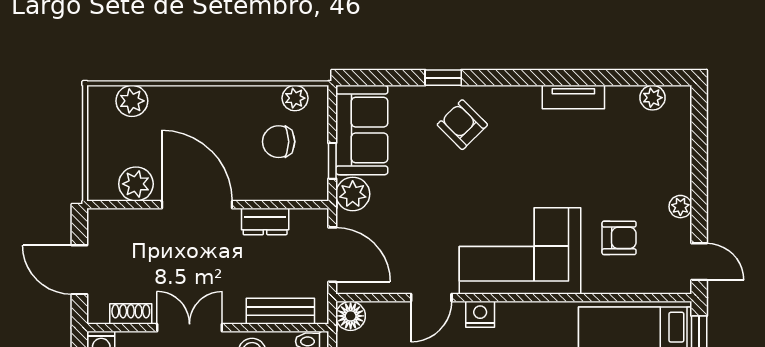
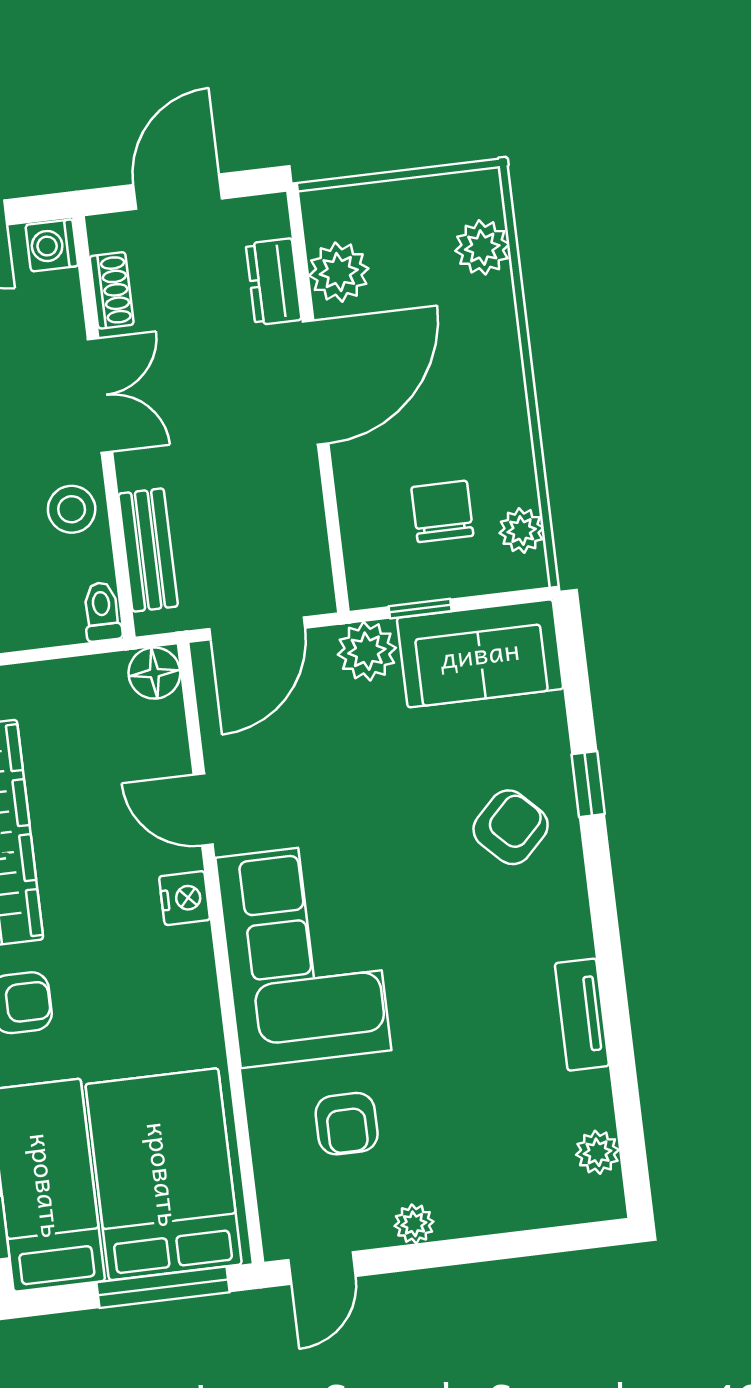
dresser: (265, 221) -> (274, 282), moved

